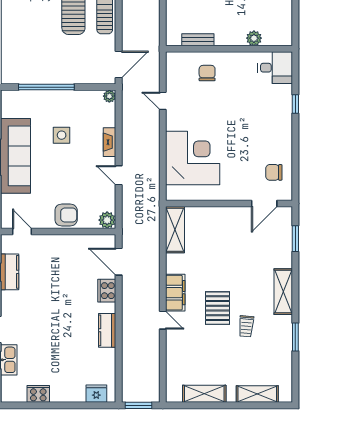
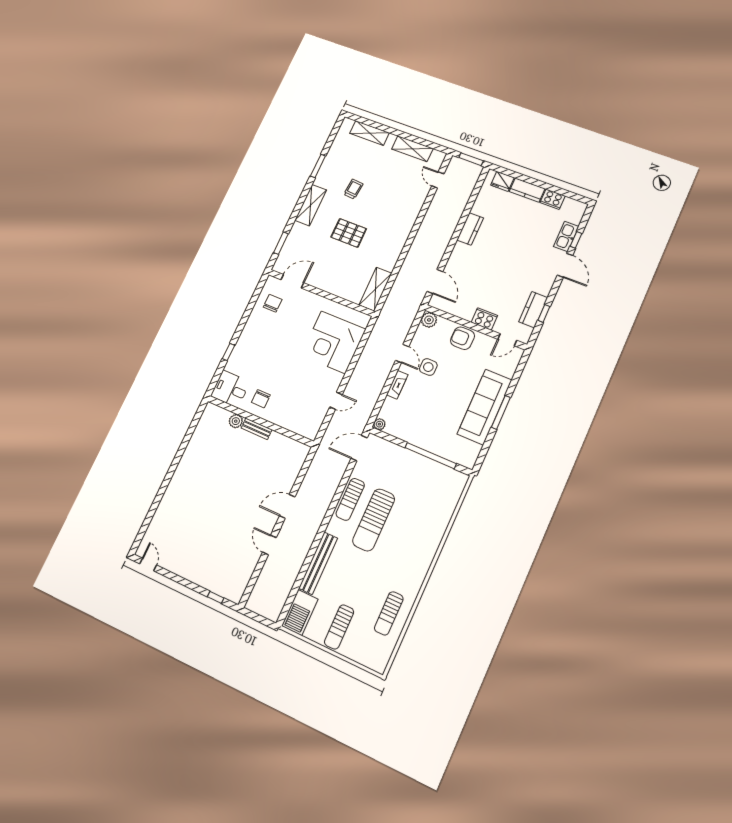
bench: (198, 40) -> (257, 429), moved
chair: (207, 73) -> (261, 399), moved
door: (163, 101) -> (336, 401), hinge flipped
side table: (62, 135) -> (428, 367), moved
chair: (274, 172) -> (273, 303), turned -90
door: (22, 231) -> (507, 340), hinge flipped
cooker: (107, 291) -> (484, 319), moved, turned -90
filing cabinet: (175, 293) -> (399, 238), removed
pallet: (218, 308) -> (349, 233), moved, turned 90
door: (163, 320) -> (438, 180), moved
kitchen counter: (68, 394) -> (527, 190), added

